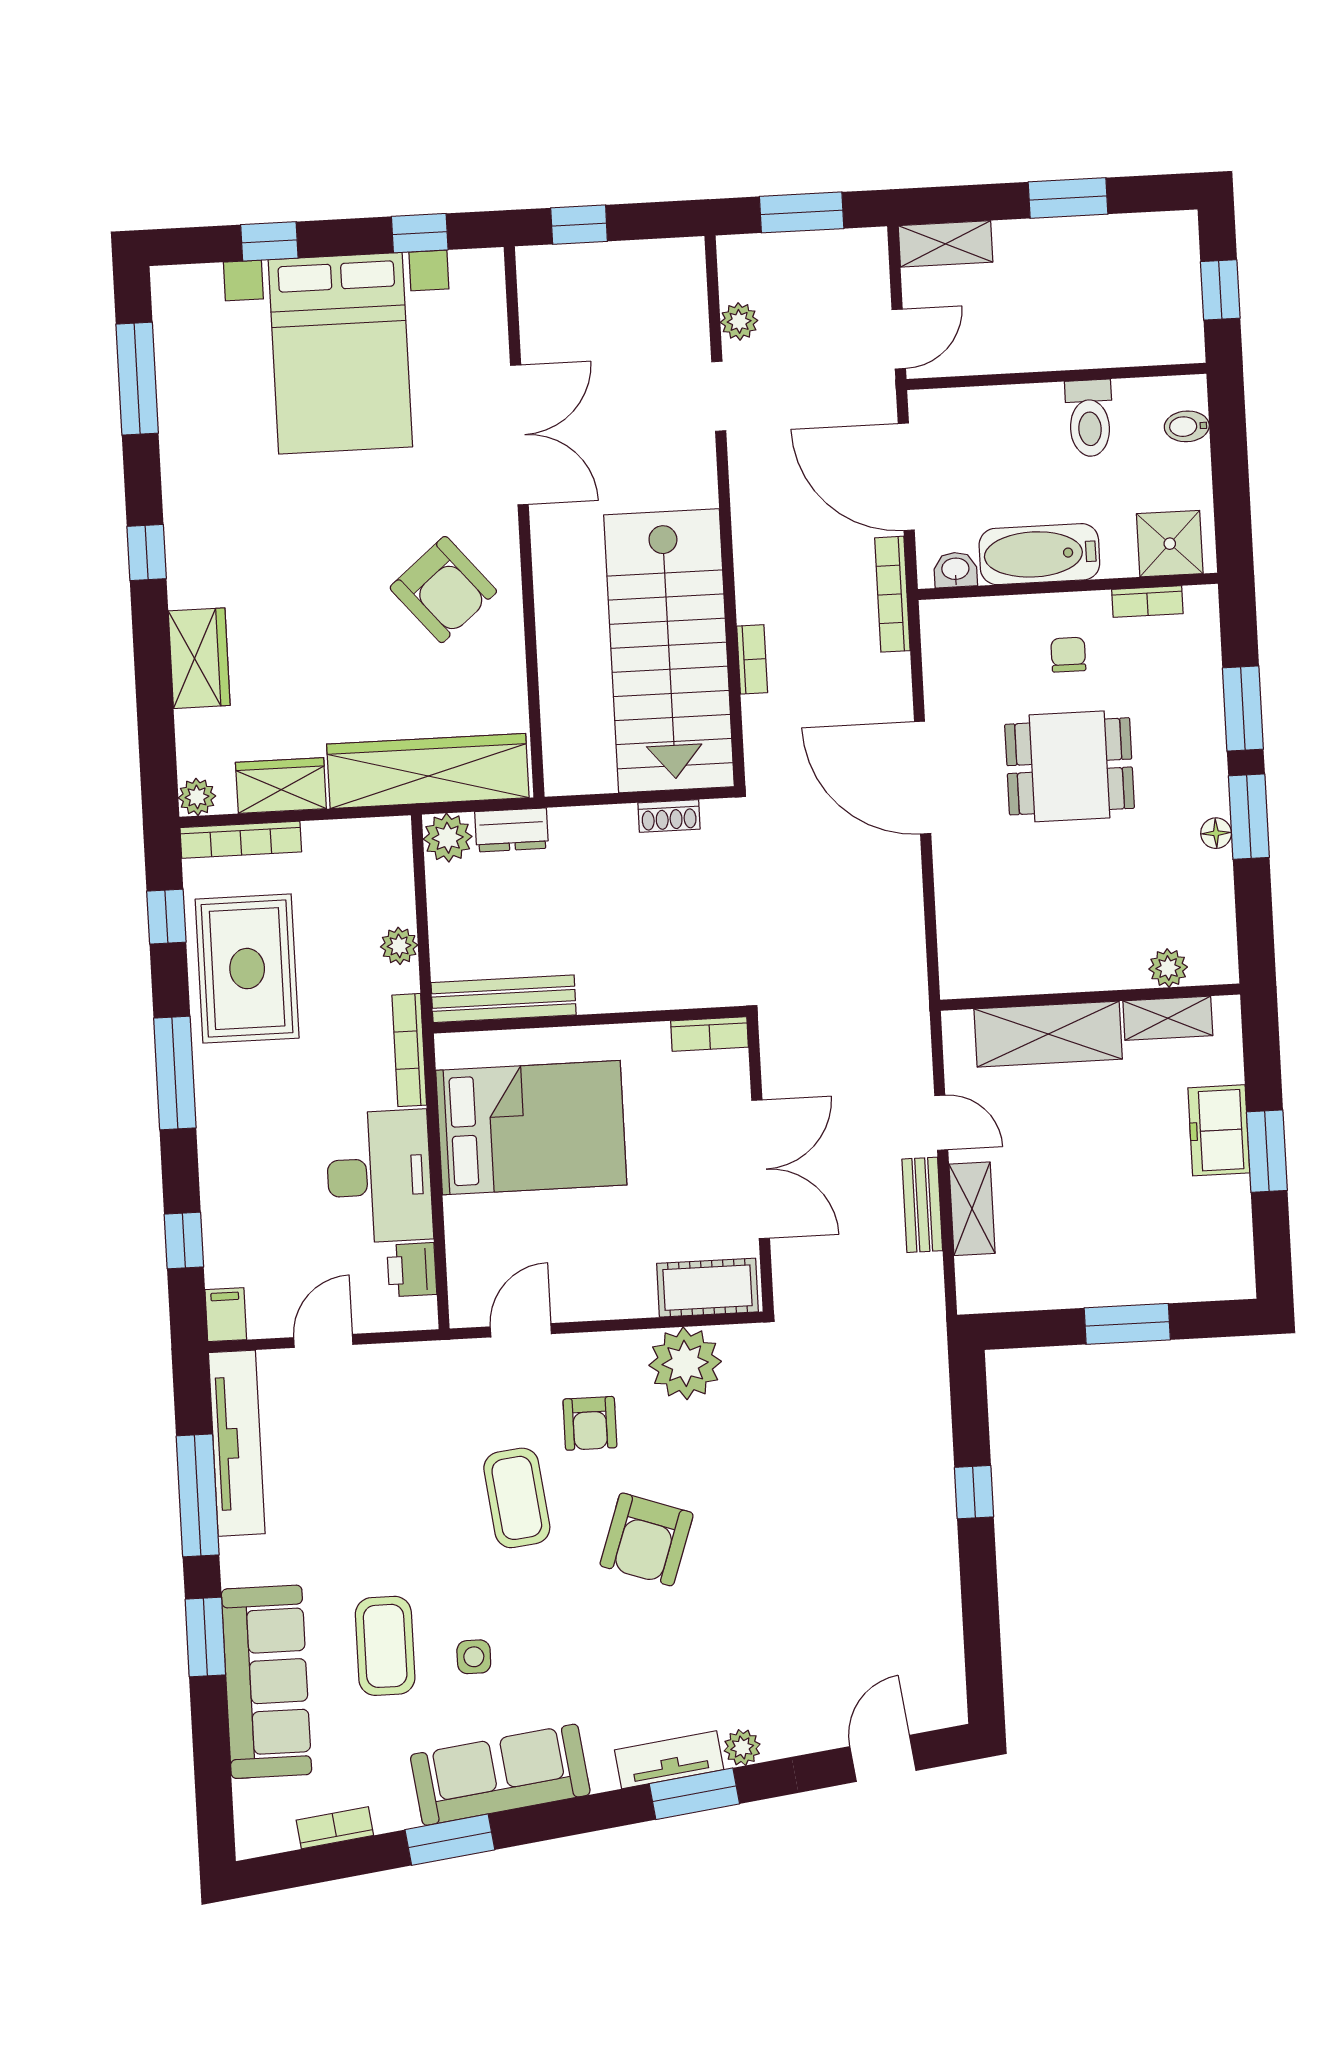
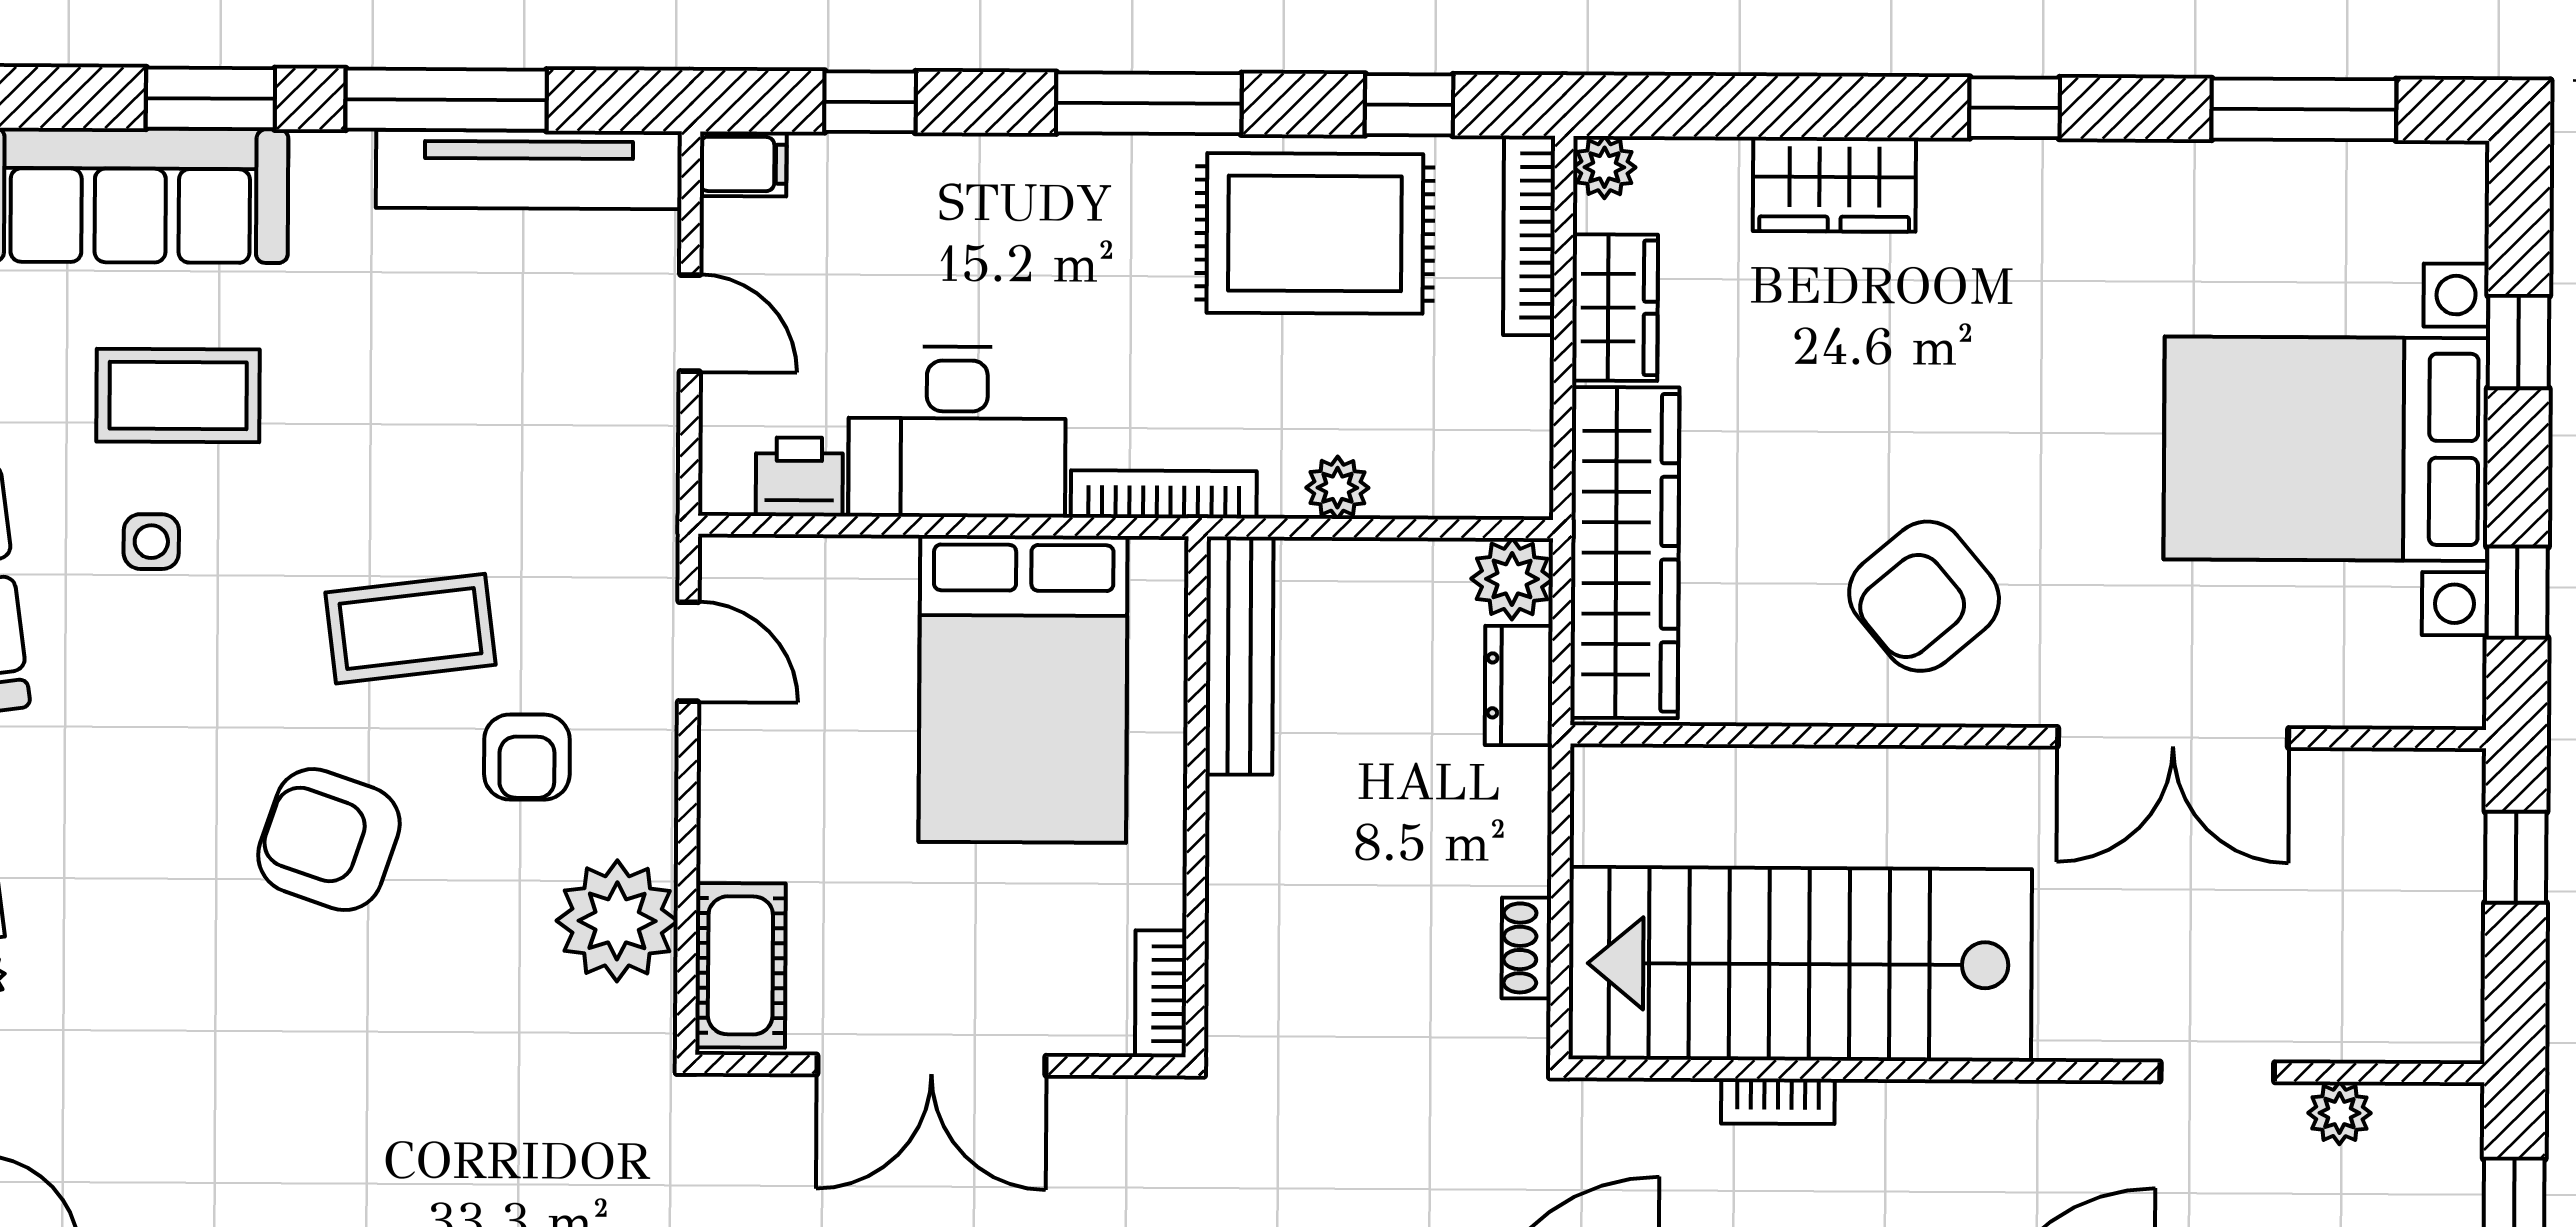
armchair: (590, 1423) -> (527, 757), turned -90

